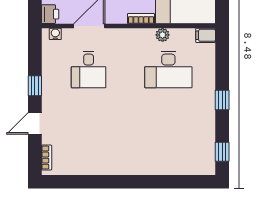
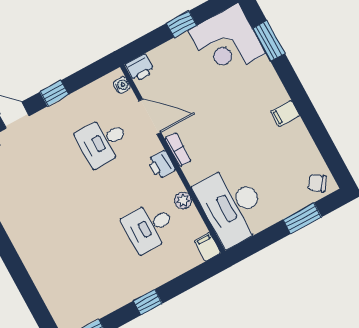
bookcase: (141, 19) -> (178, 150), moved
printer: (128, 37) -> (161, 165), added
desk: (168, 69) -> (149, 227), width x0.73

